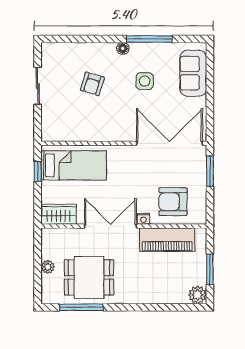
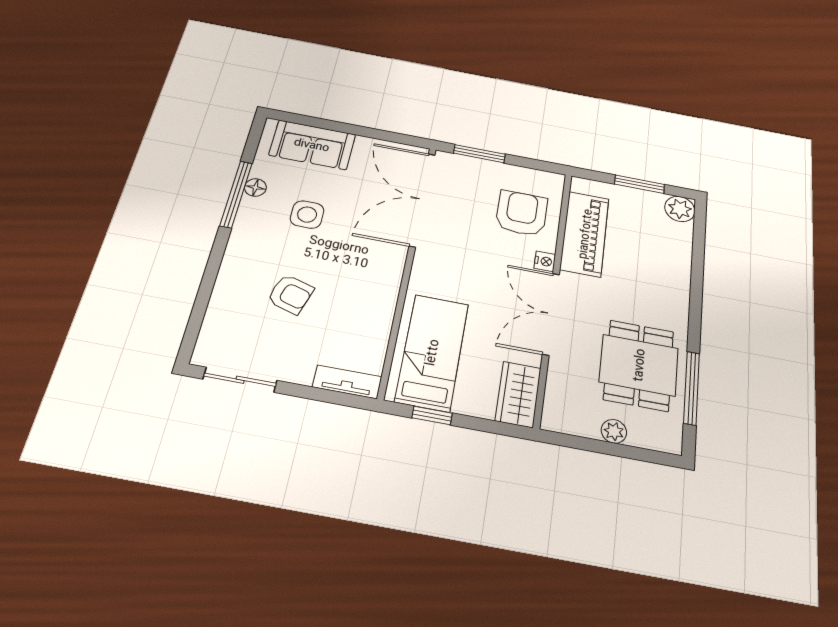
floor lamp: (123, 48) -> (255, 187), moved
sliding door: (38, 86) -> (240, 380), moved
tv unit: (48, 125) -> (347, 382), added
armchair: (173, 202) -> (522, 213), turned 180

